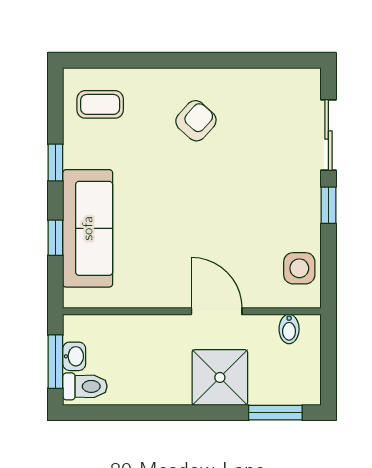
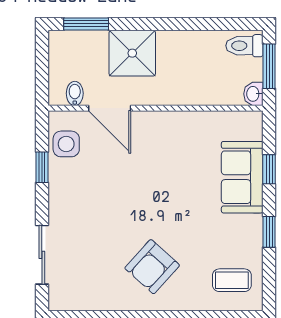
armchair: (196, 121) -> (152, 267), width x1.38, depth x1.38
window: (328, 205) -> (42, 167), moved
sofa: (88, 228) -> (242, 177), width x0.73
door: (217, 311) -> (110, 108), moved
washbasin: (74, 356) -> (253, 94), moved

